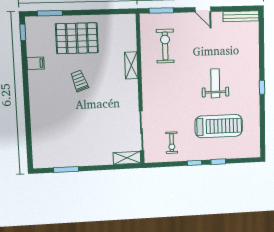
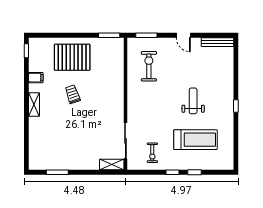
window: (50, 13) -> (109, 35), moved
shelving: (131, 65) -> (34, 105), moved

